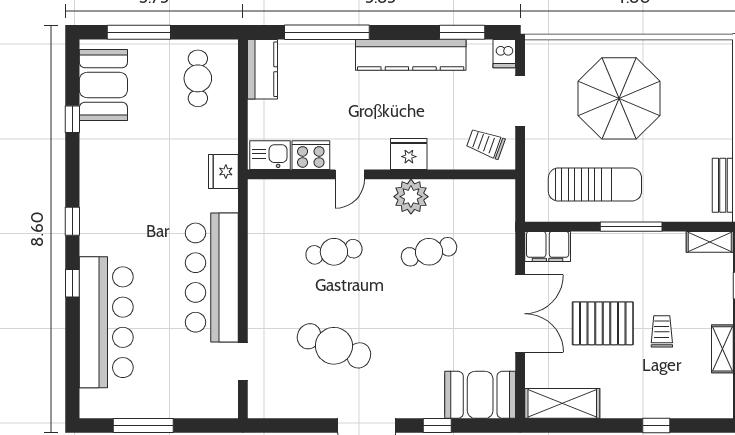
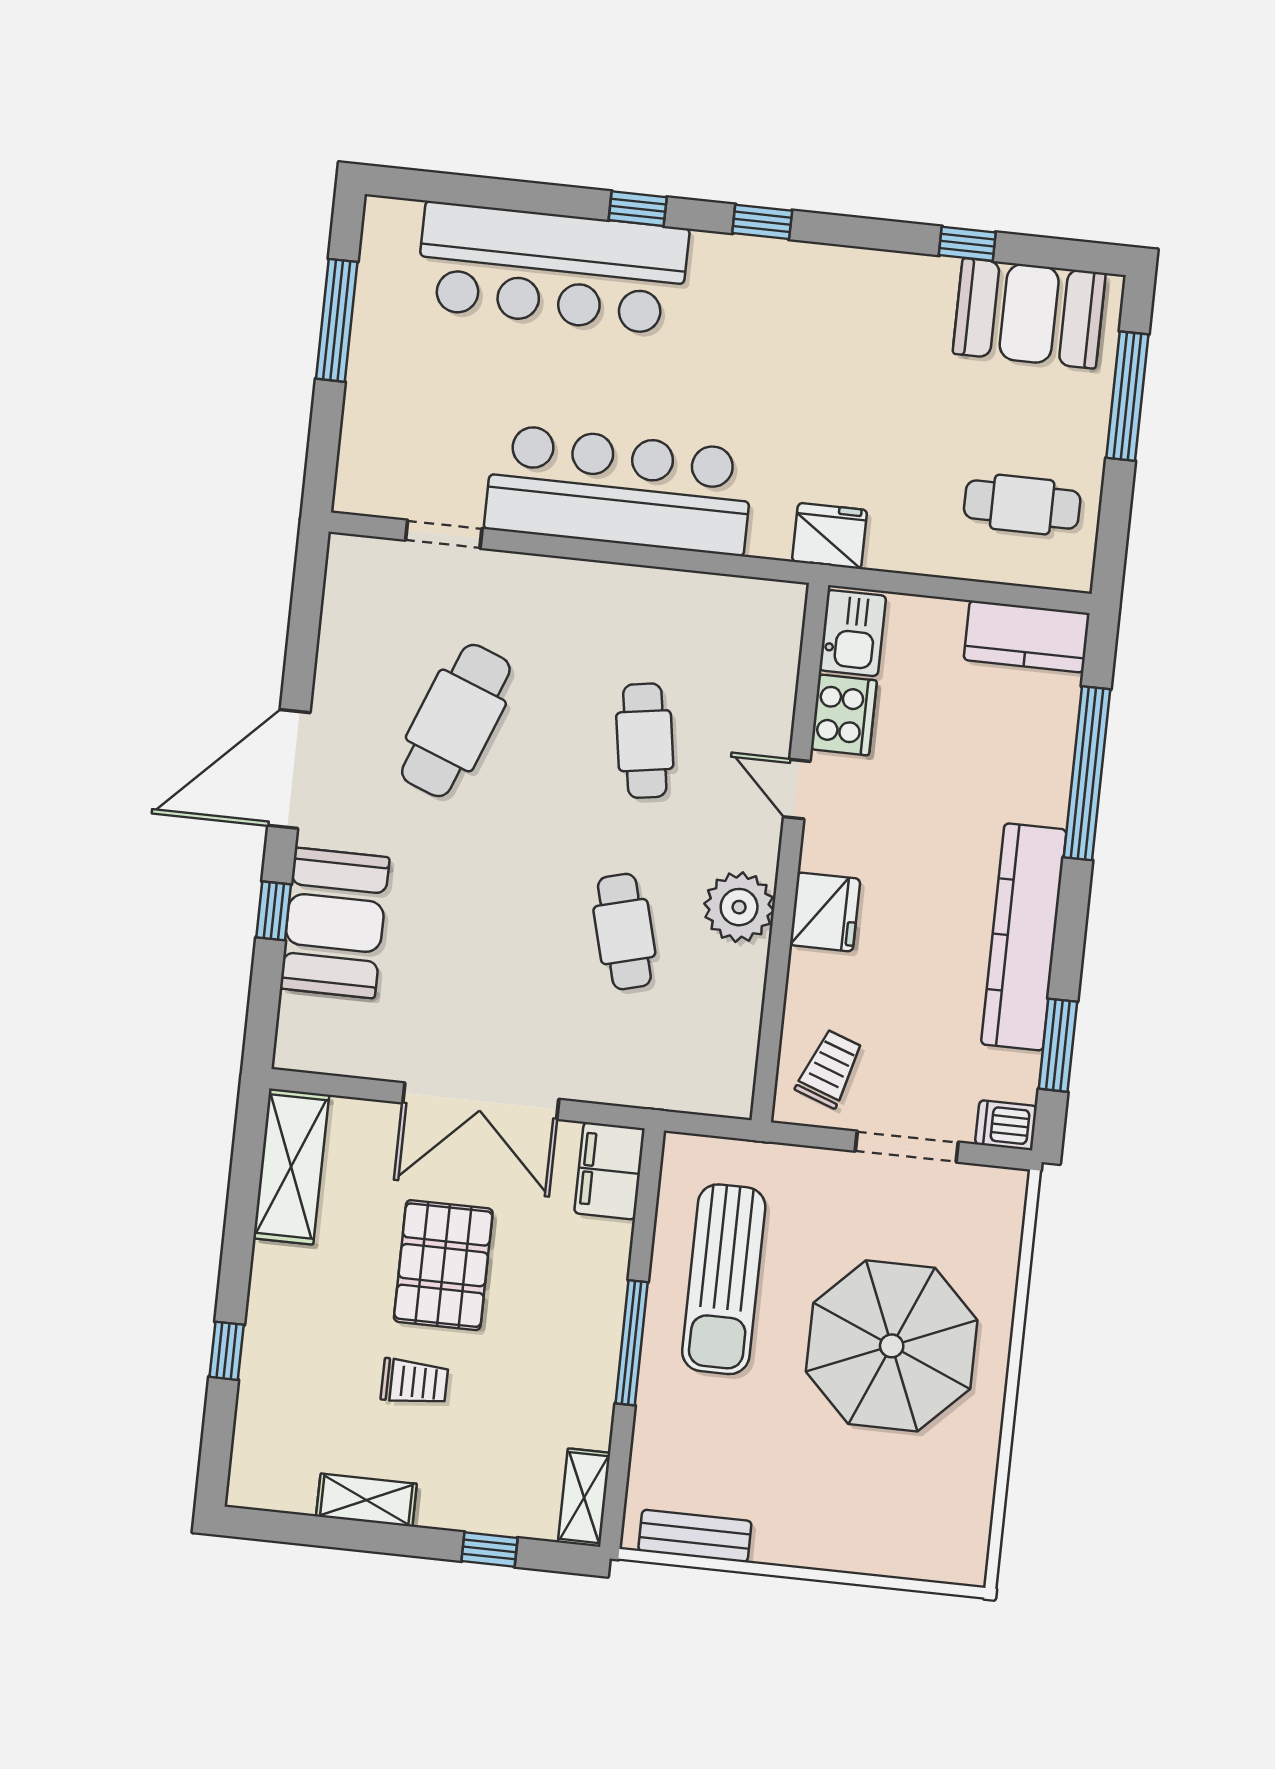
booth: (480, 395) -> (335, 923), moved

